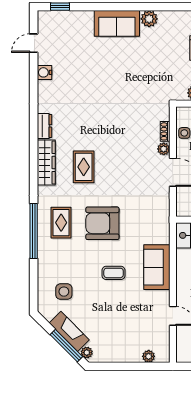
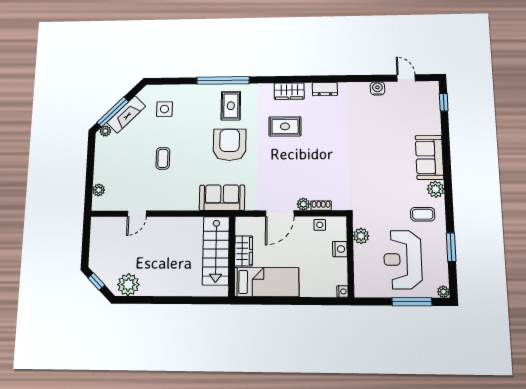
coffee table: (174, 32) -> (423, 214), added
wardrobe: (46, 163) -> (289, 91), width x0.67
rug: (61, 223) -> (231, 106), turned 90
sofa: (157, 267) -> (222, 198), moved
coffee table: (114, 273) -> (163, 158), moved

